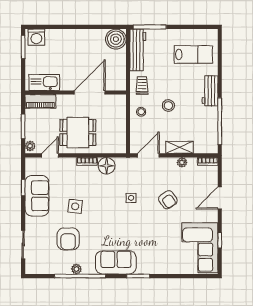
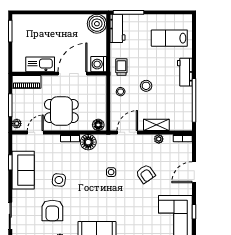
washing machine: (36, 37) -> (99, 64), moved, turned 90
workbench: (138, 50) -> (117, 28), width x0.73
lab bench: (193, 54) -> (169, 38), turned 180
kitchen sink: (44, 83) -> (40, 64), moved
floor lamp: (117, 147) -> (98, 125), added

